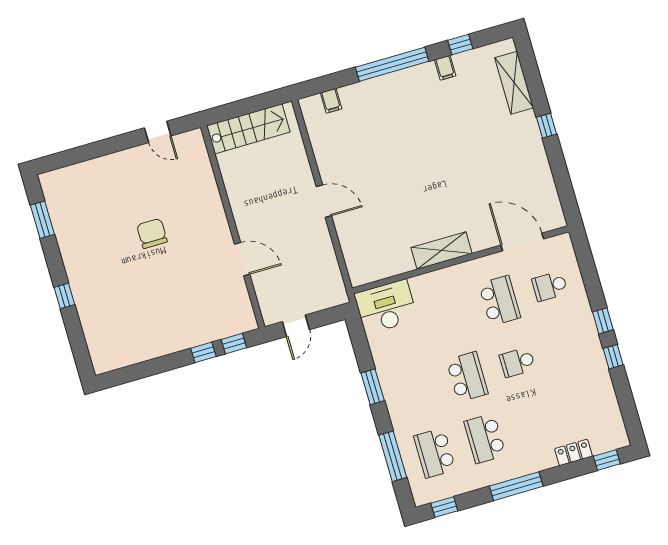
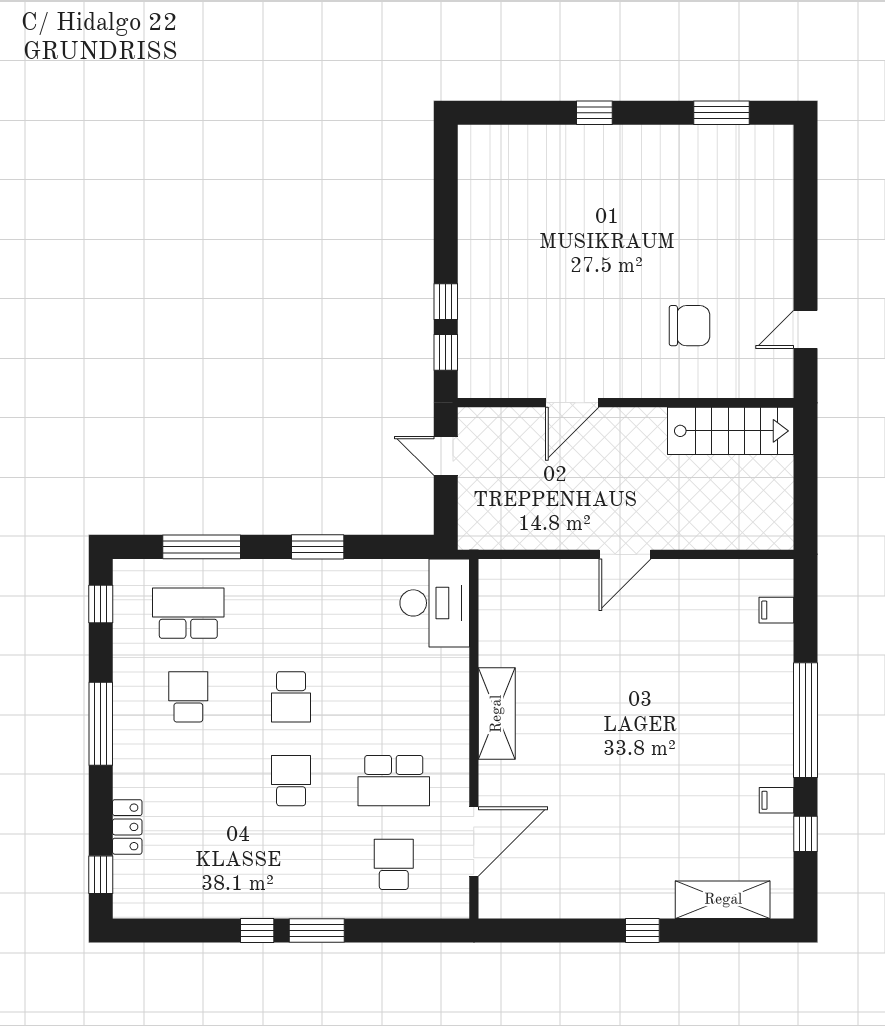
stairs: (248, 129) -> (731, 431), moved, turned -90
chair: (152, 233) -> (689, 326), moved
window: (603, 321) -> (317, 931), width x1.50
school desk: (467, 377) -> (291, 697), width x0.54
school desk: (485, 438) -> (188, 697), width x0.54

